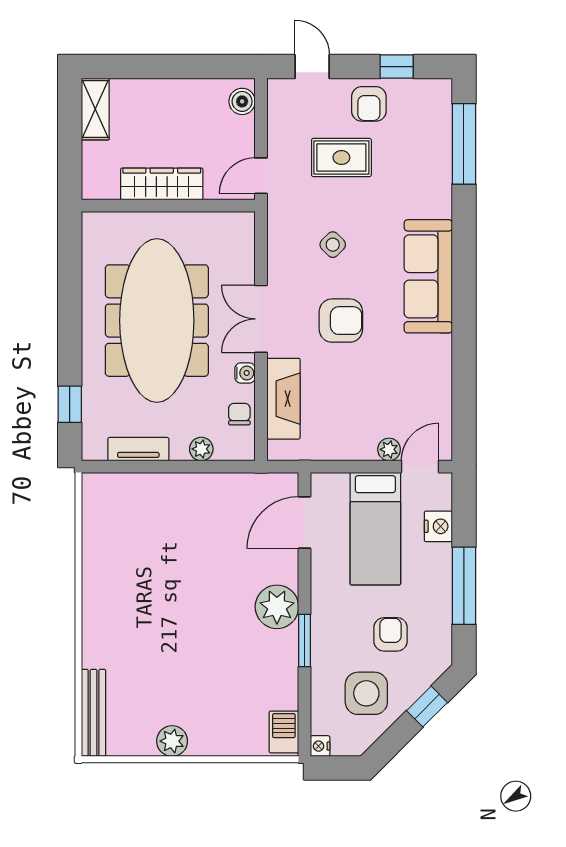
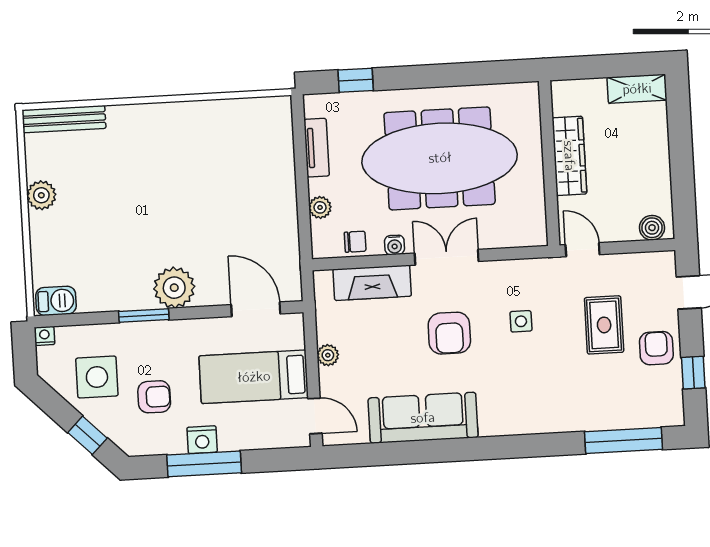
armchair: (369, 104) -> (656, 348), turned 90
side table: (333, 245) -> (521, 321), turned 45
sofa: (428, 276) -> (423, 418), moved
plant: (389, 449) -> (328, 355), moved
nightstand: (438, 526) -> (202, 440), moved

